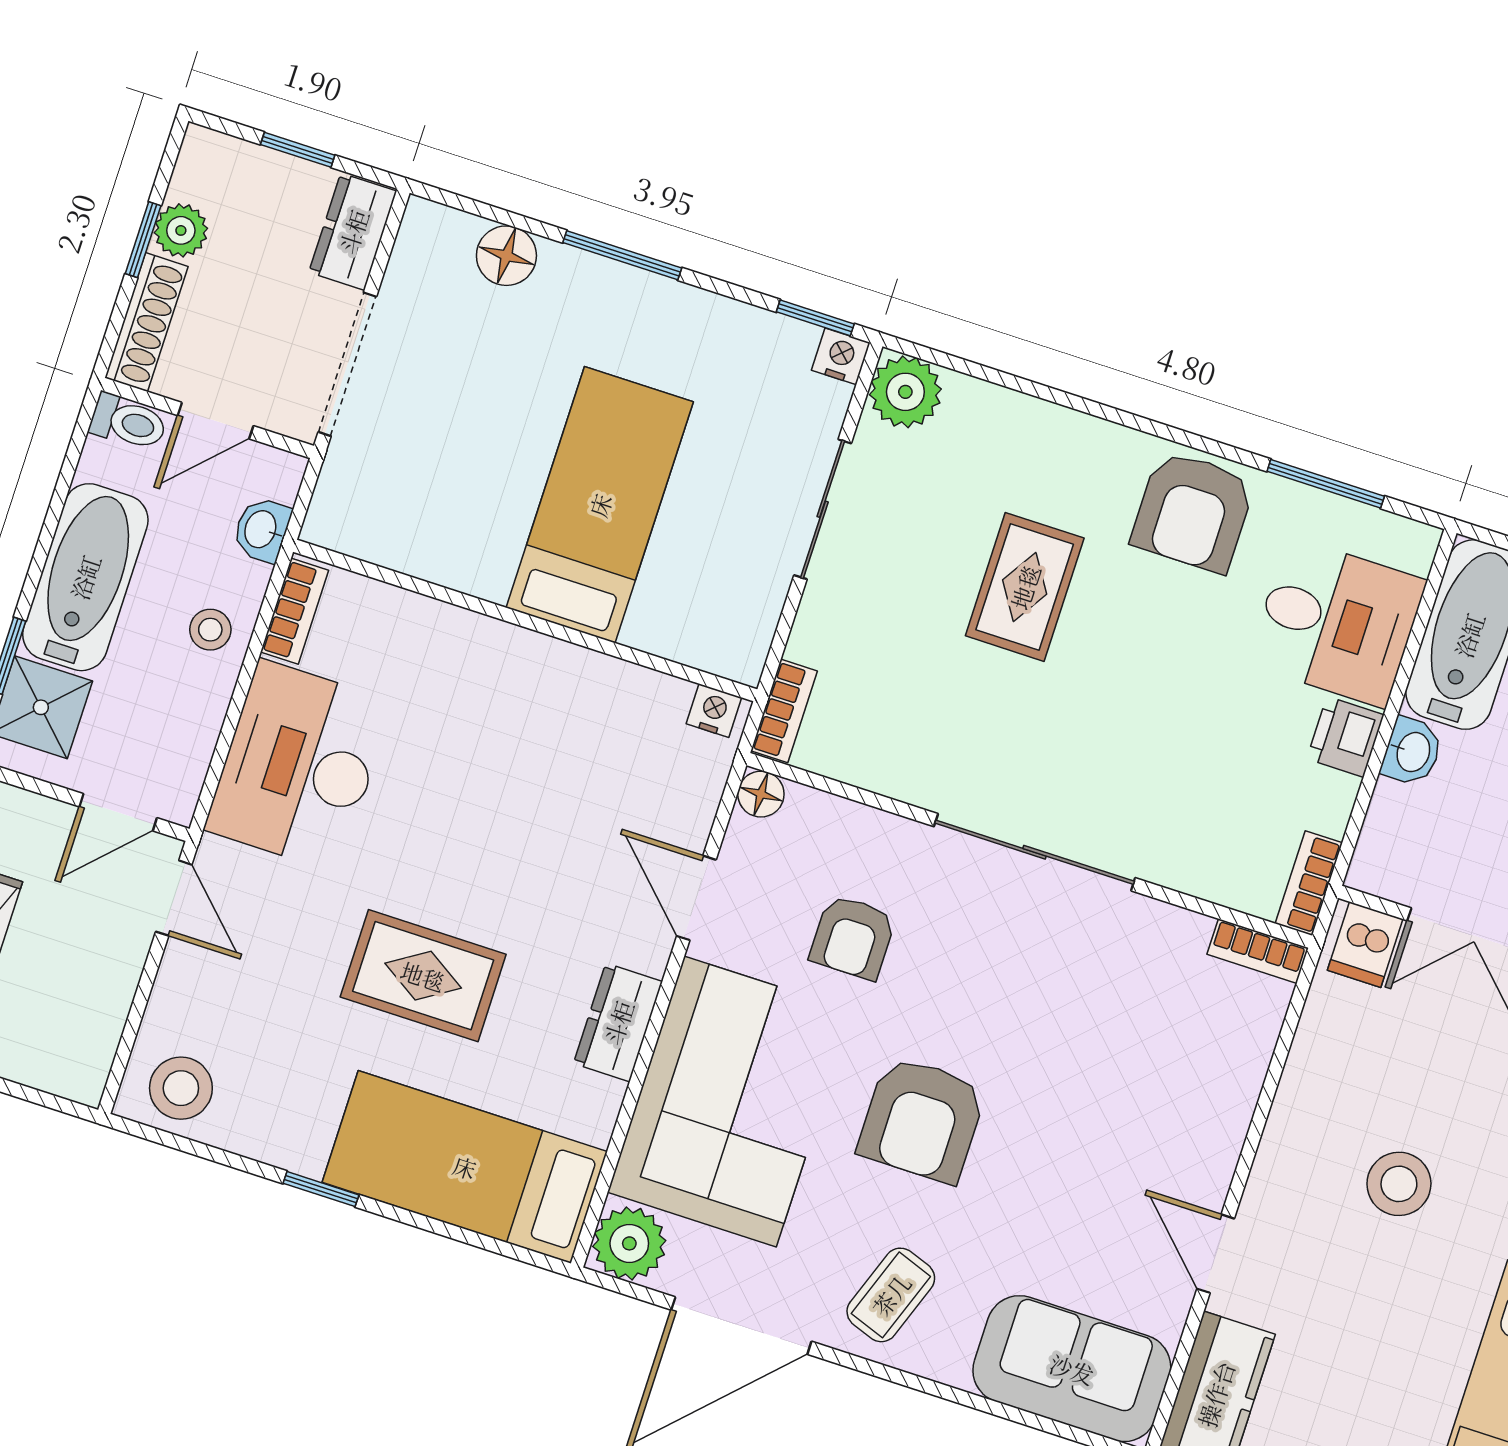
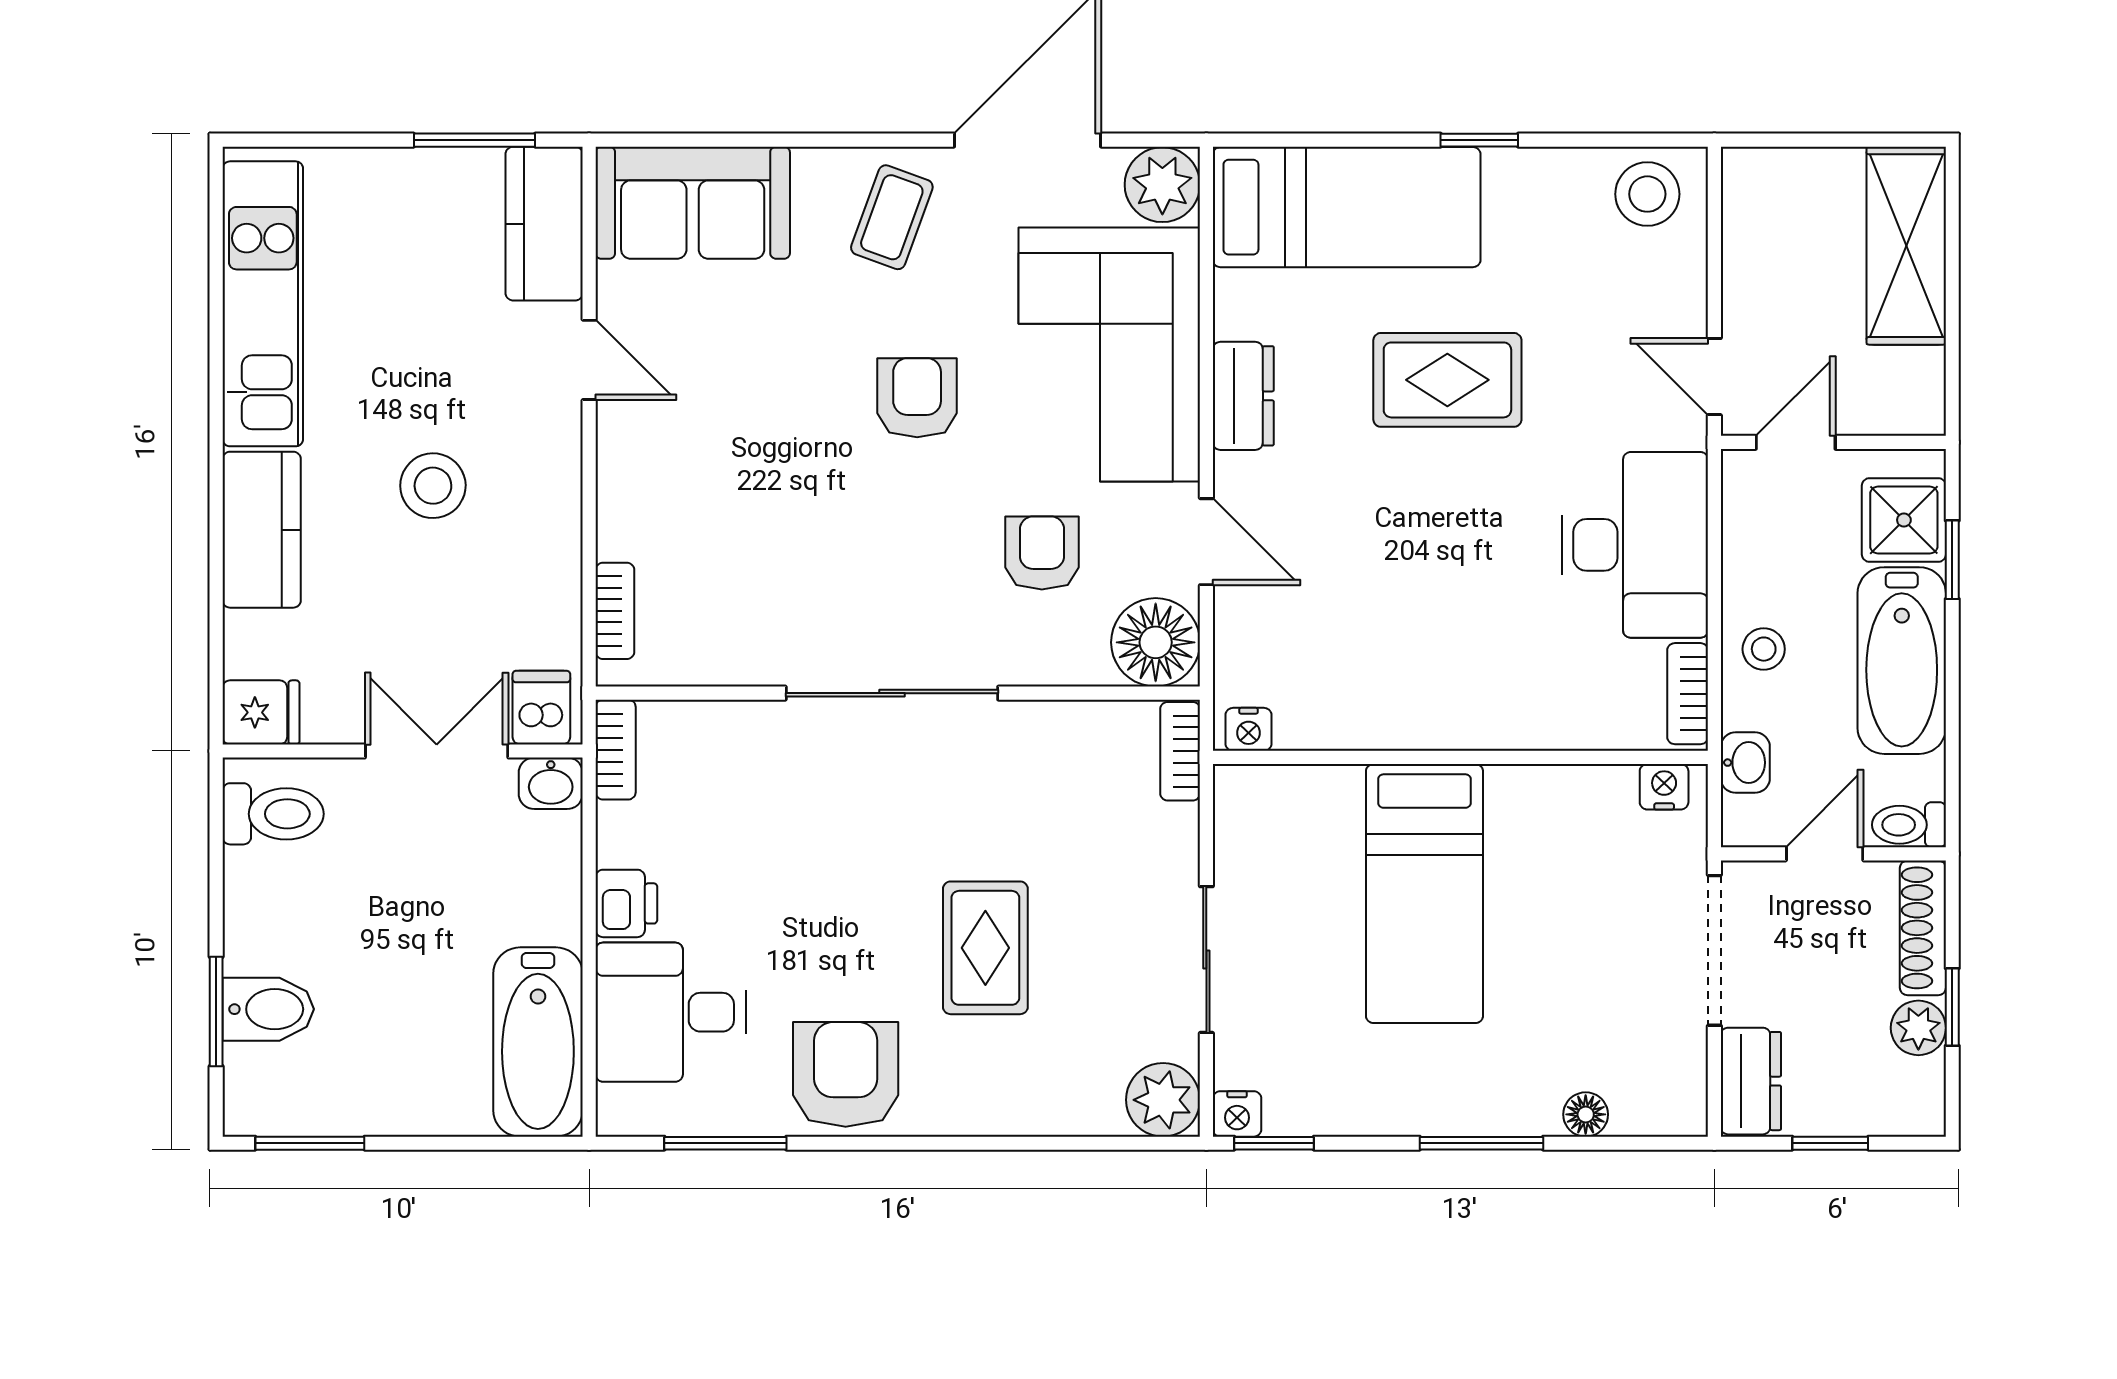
floor lamp: (506, 256) -> (1586, 1114), width x0.73, depth x0.73
nightstand: (345, 532) -> (1664, 787), added
washbasin: (1412, 752) -> (551, 783), moved, turned -90
floor lamp: (761, 794) -> (1156, 642), width x1.89, depth x1.89
bookcase: (1258, 951) -> (615, 611), moved, turned 90
armchair: (922, 1119) -> (917, 398), width x0.72, depth x0.72

